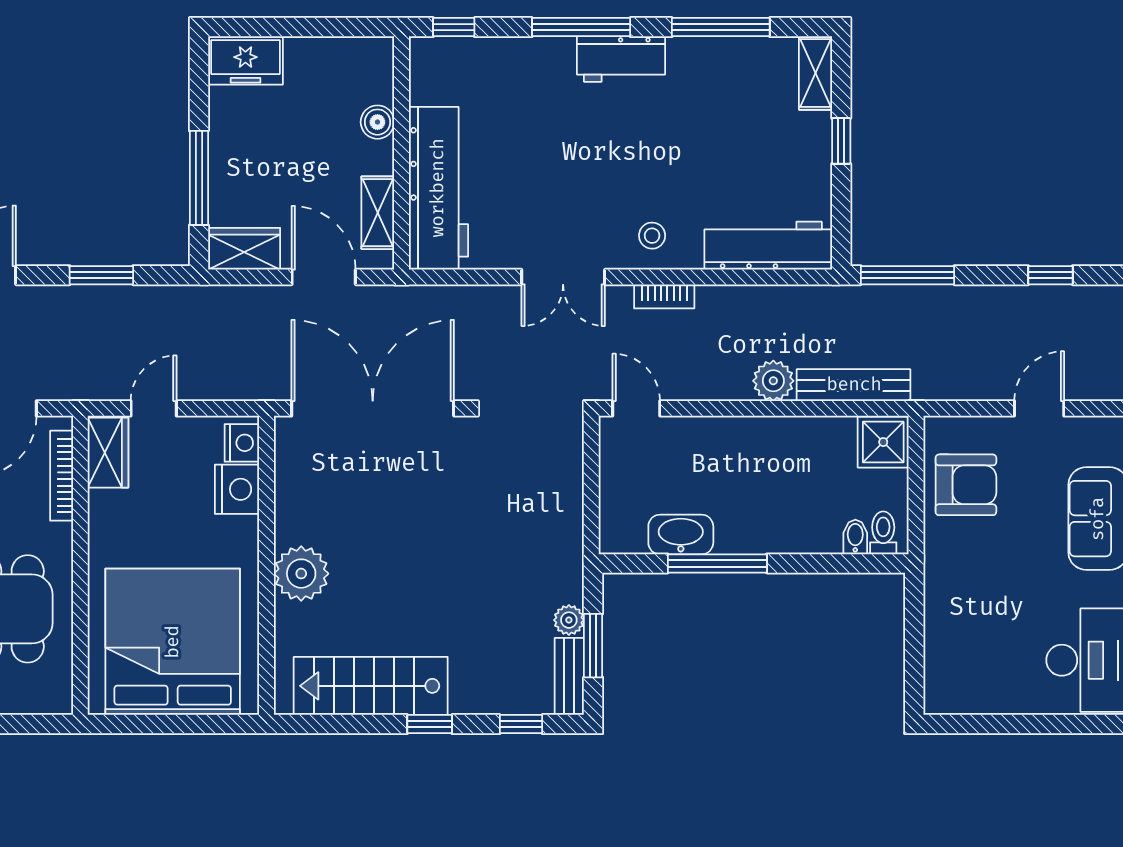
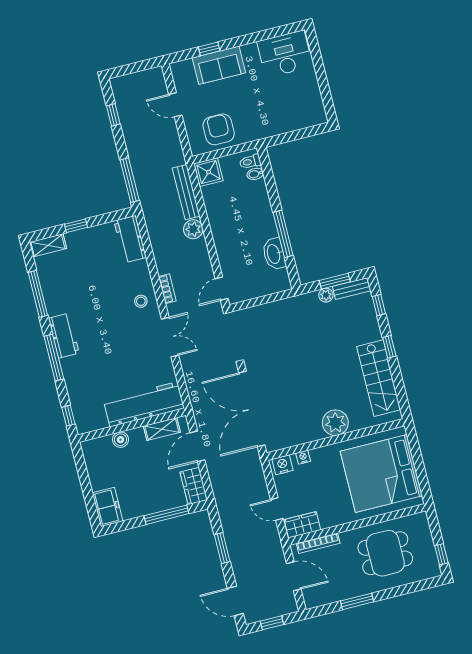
workbench: (768, 246) -> (130, 239), width x0.73
nightstand: (237, 489) -> (303, 457), width x0.53, depth x0.56

